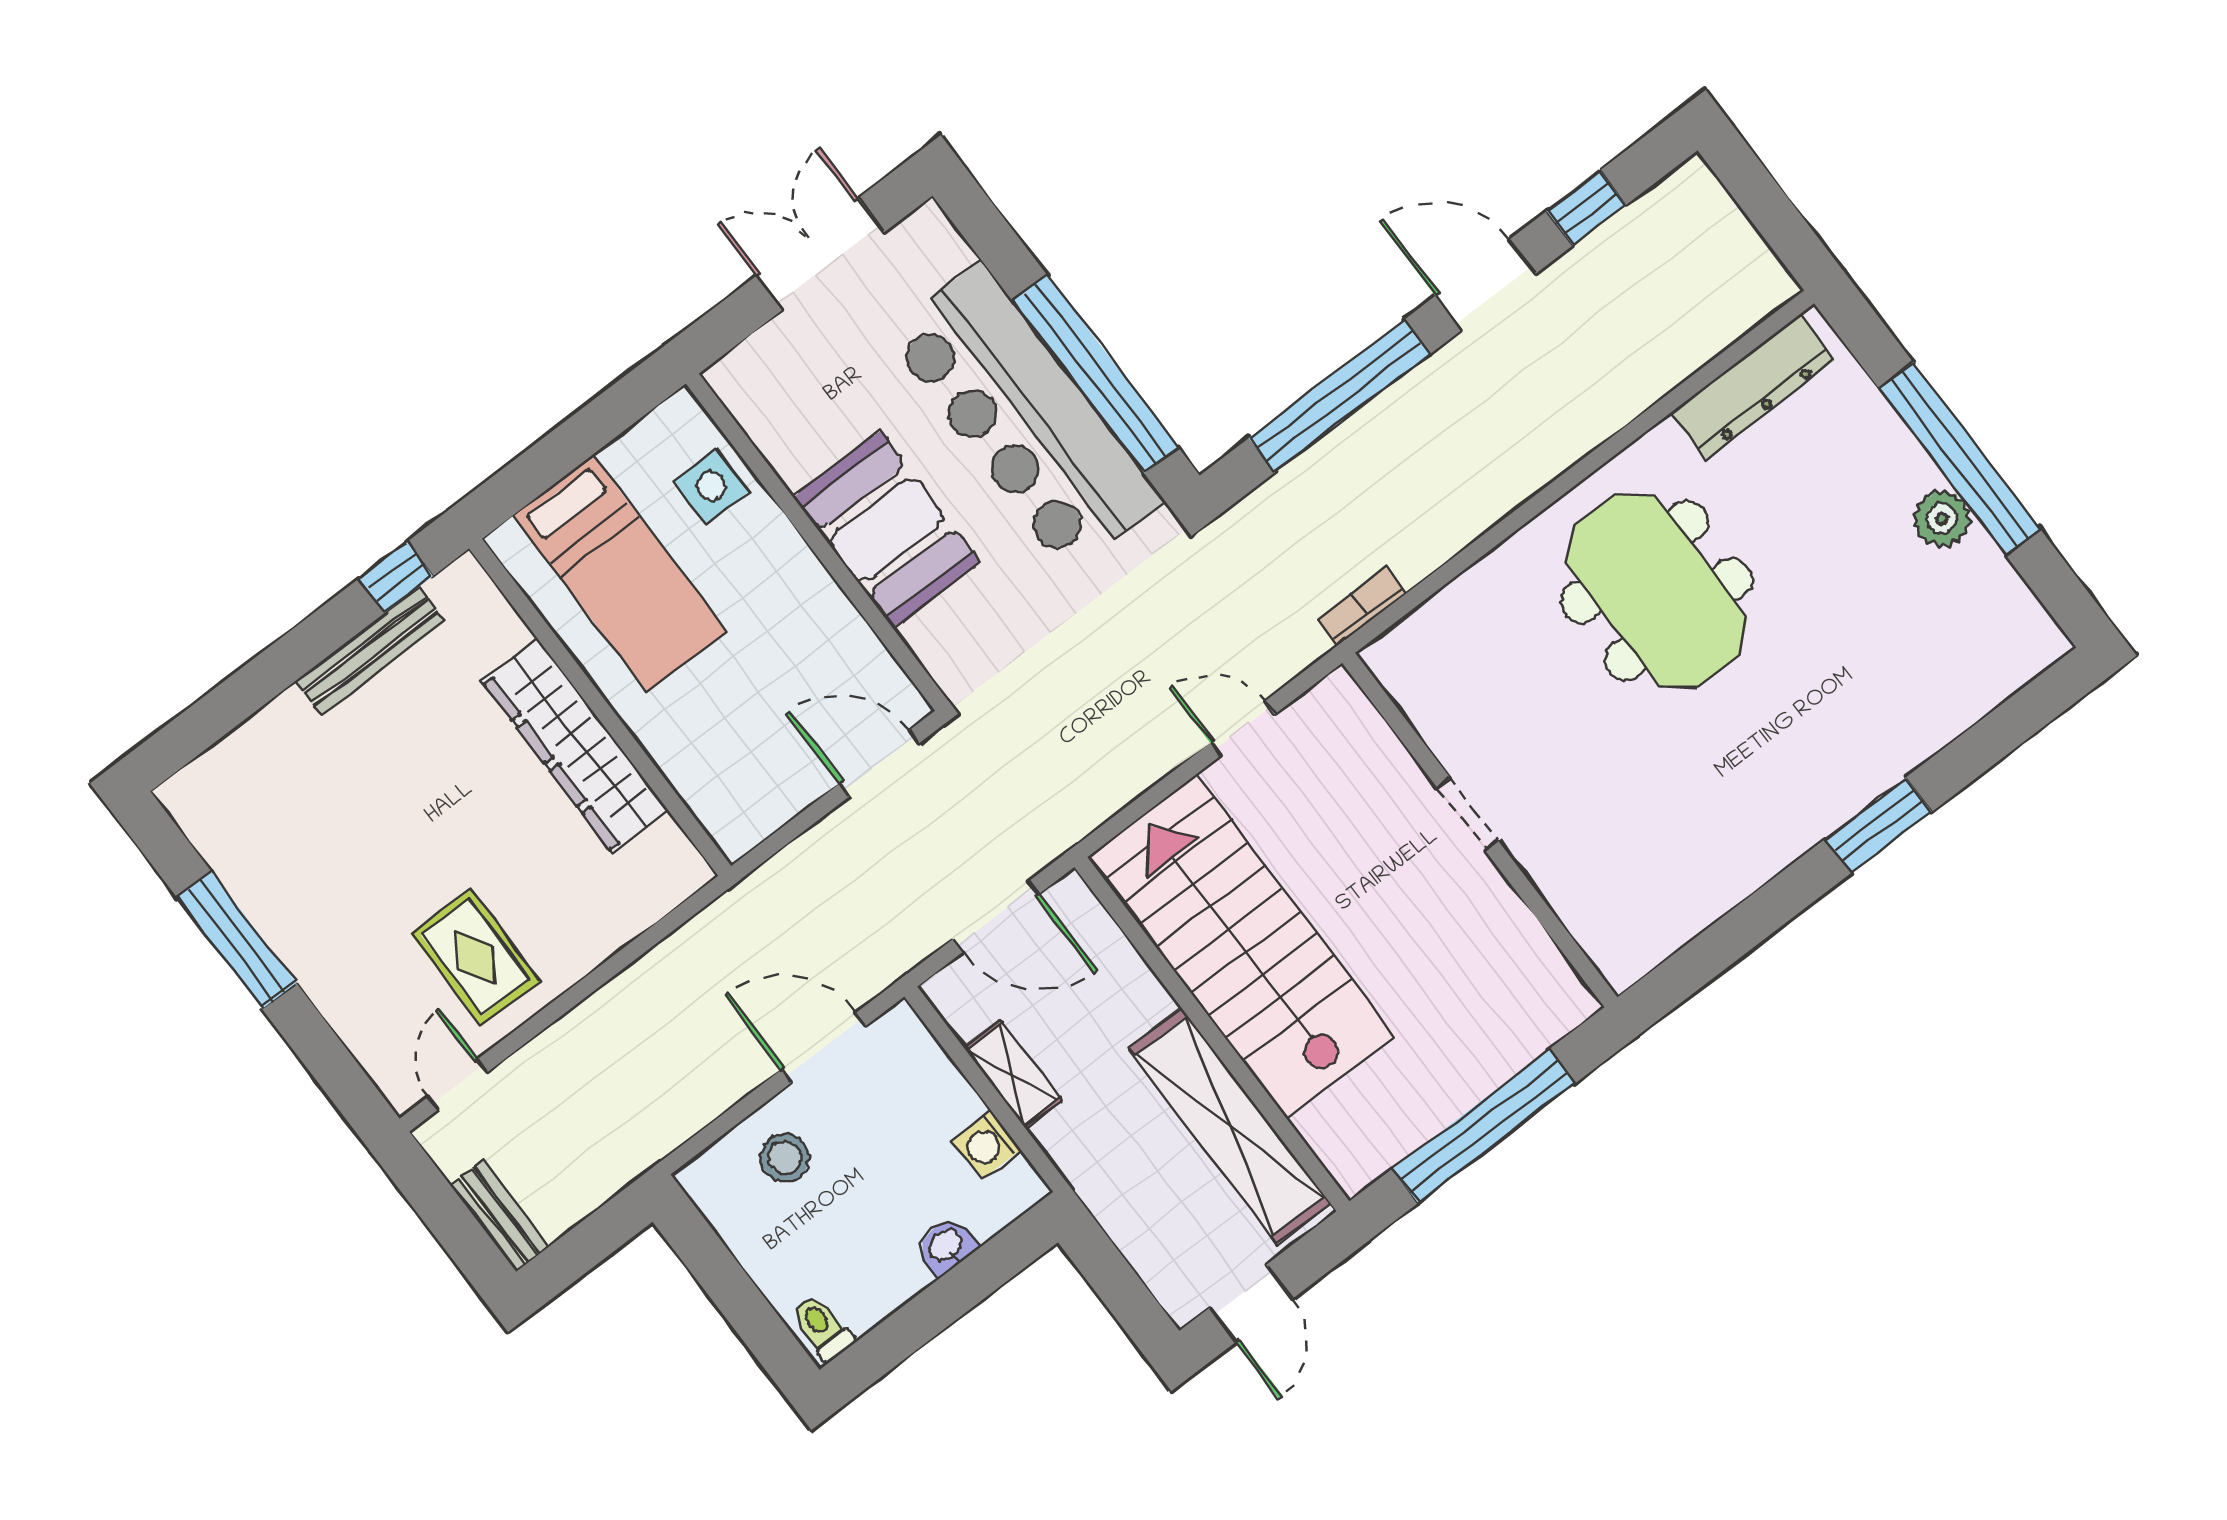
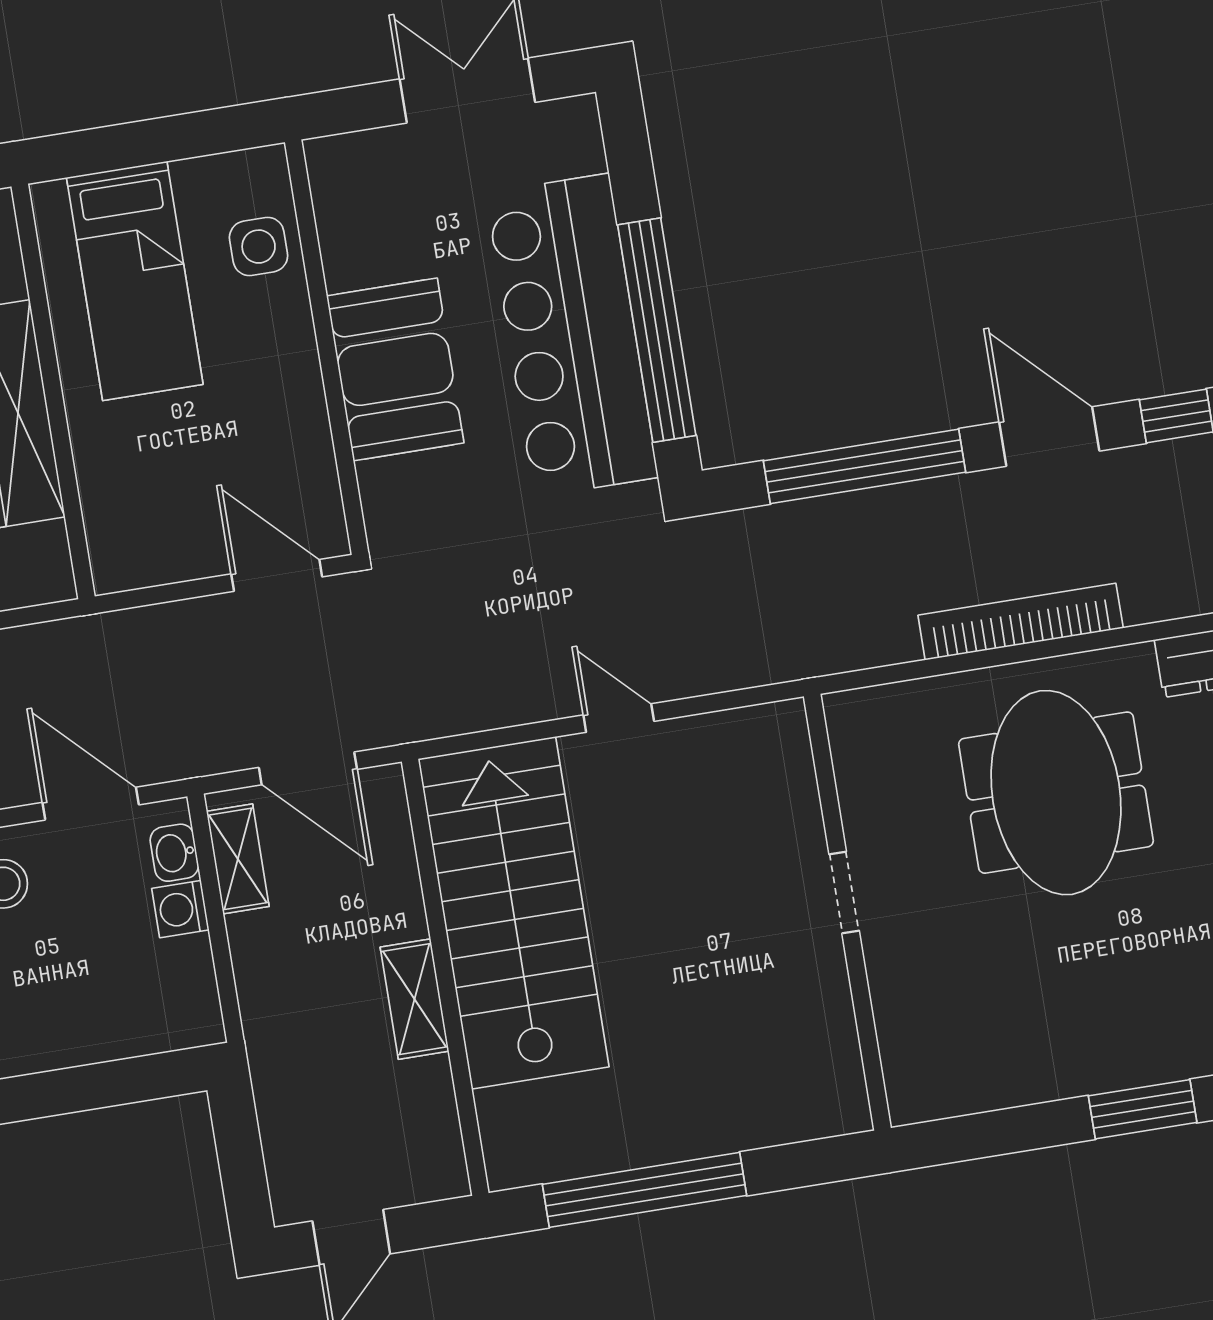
bookcase: (1362, 606) -> (1021, 622), moved, width x2.31, depth x1.31
doorway: (1468, 814) -> (844, 893), moved
wall: (1480, 830) -> (847, 912), moved
shelving: (1012, 1074) -> (238, 859), moved
shelving: (1229, 1126) -> (415, 999), width x0.45, depth x0.75
washing machine: (986, 1145) -> (180, 909), moved
washbasin: (946, 1246) -> (174, 853), moved, turned -90

